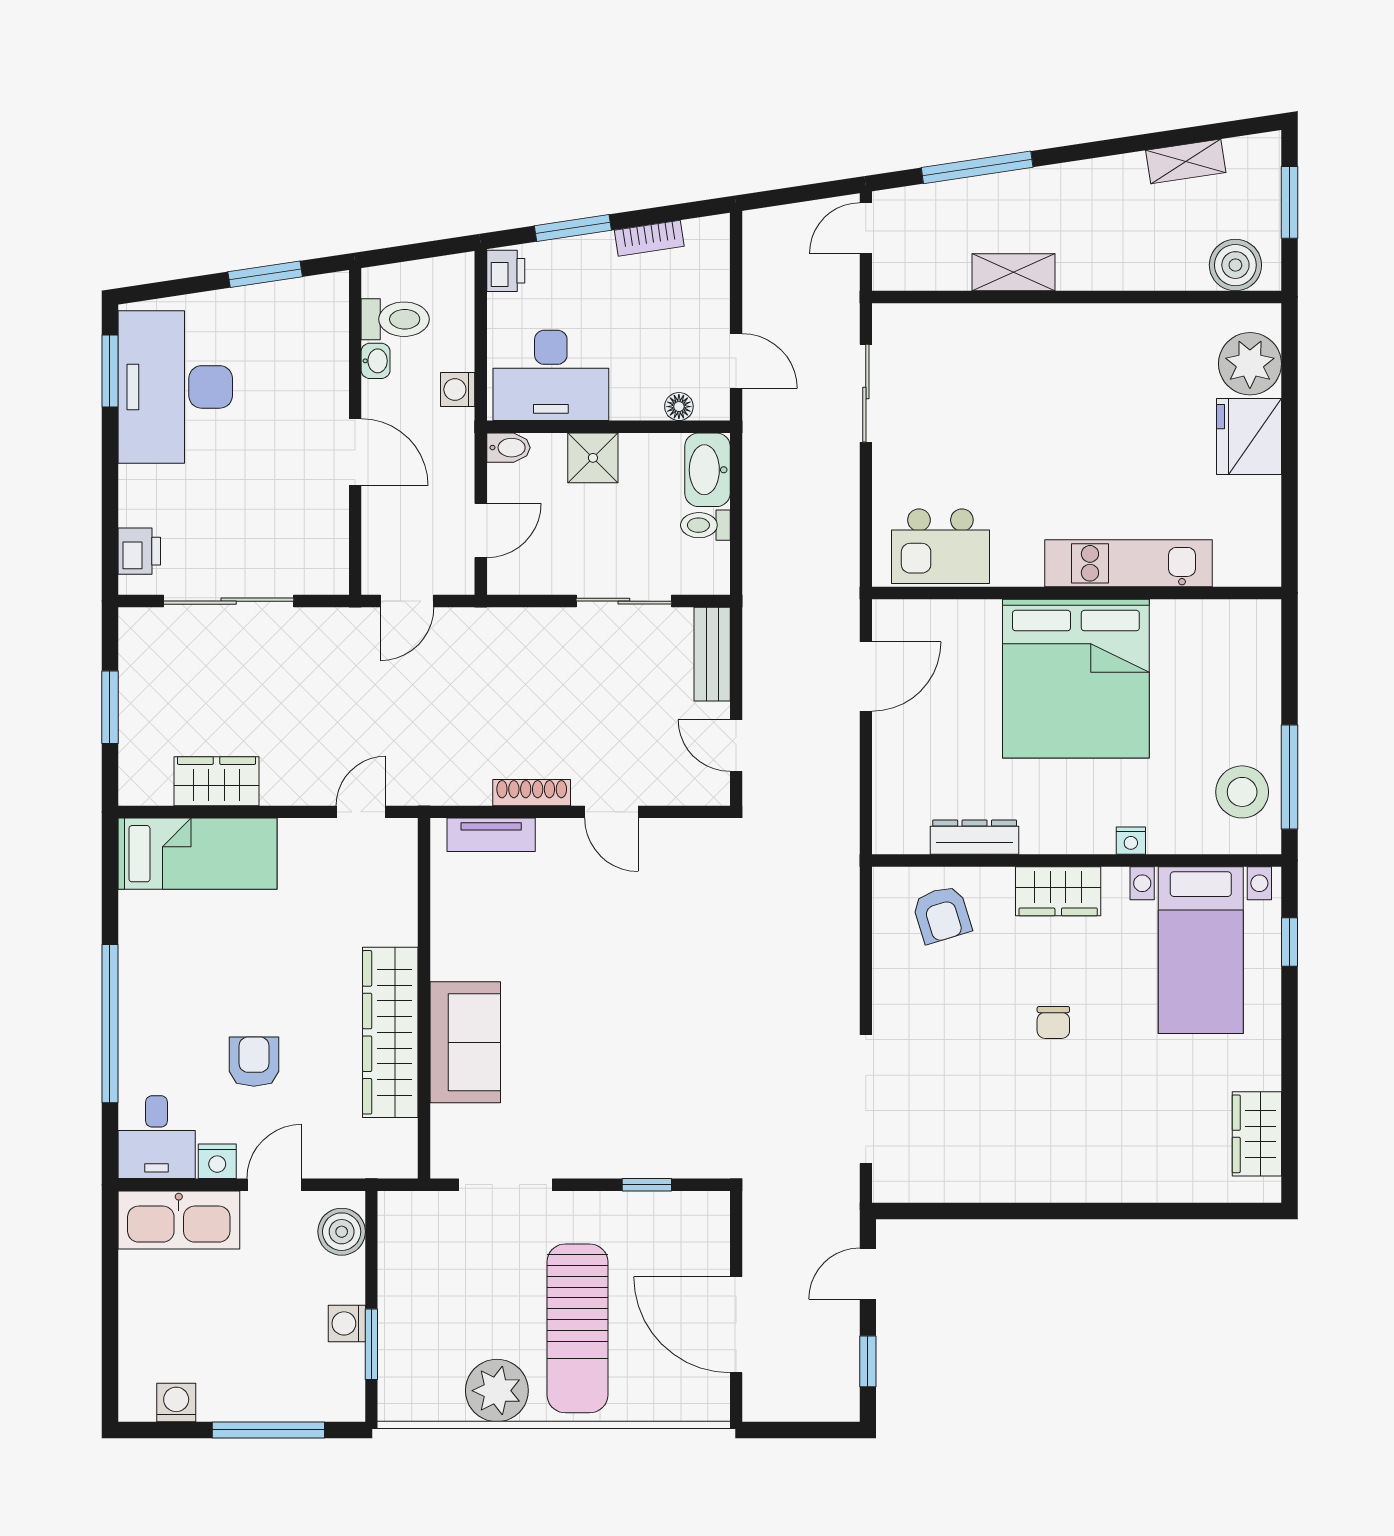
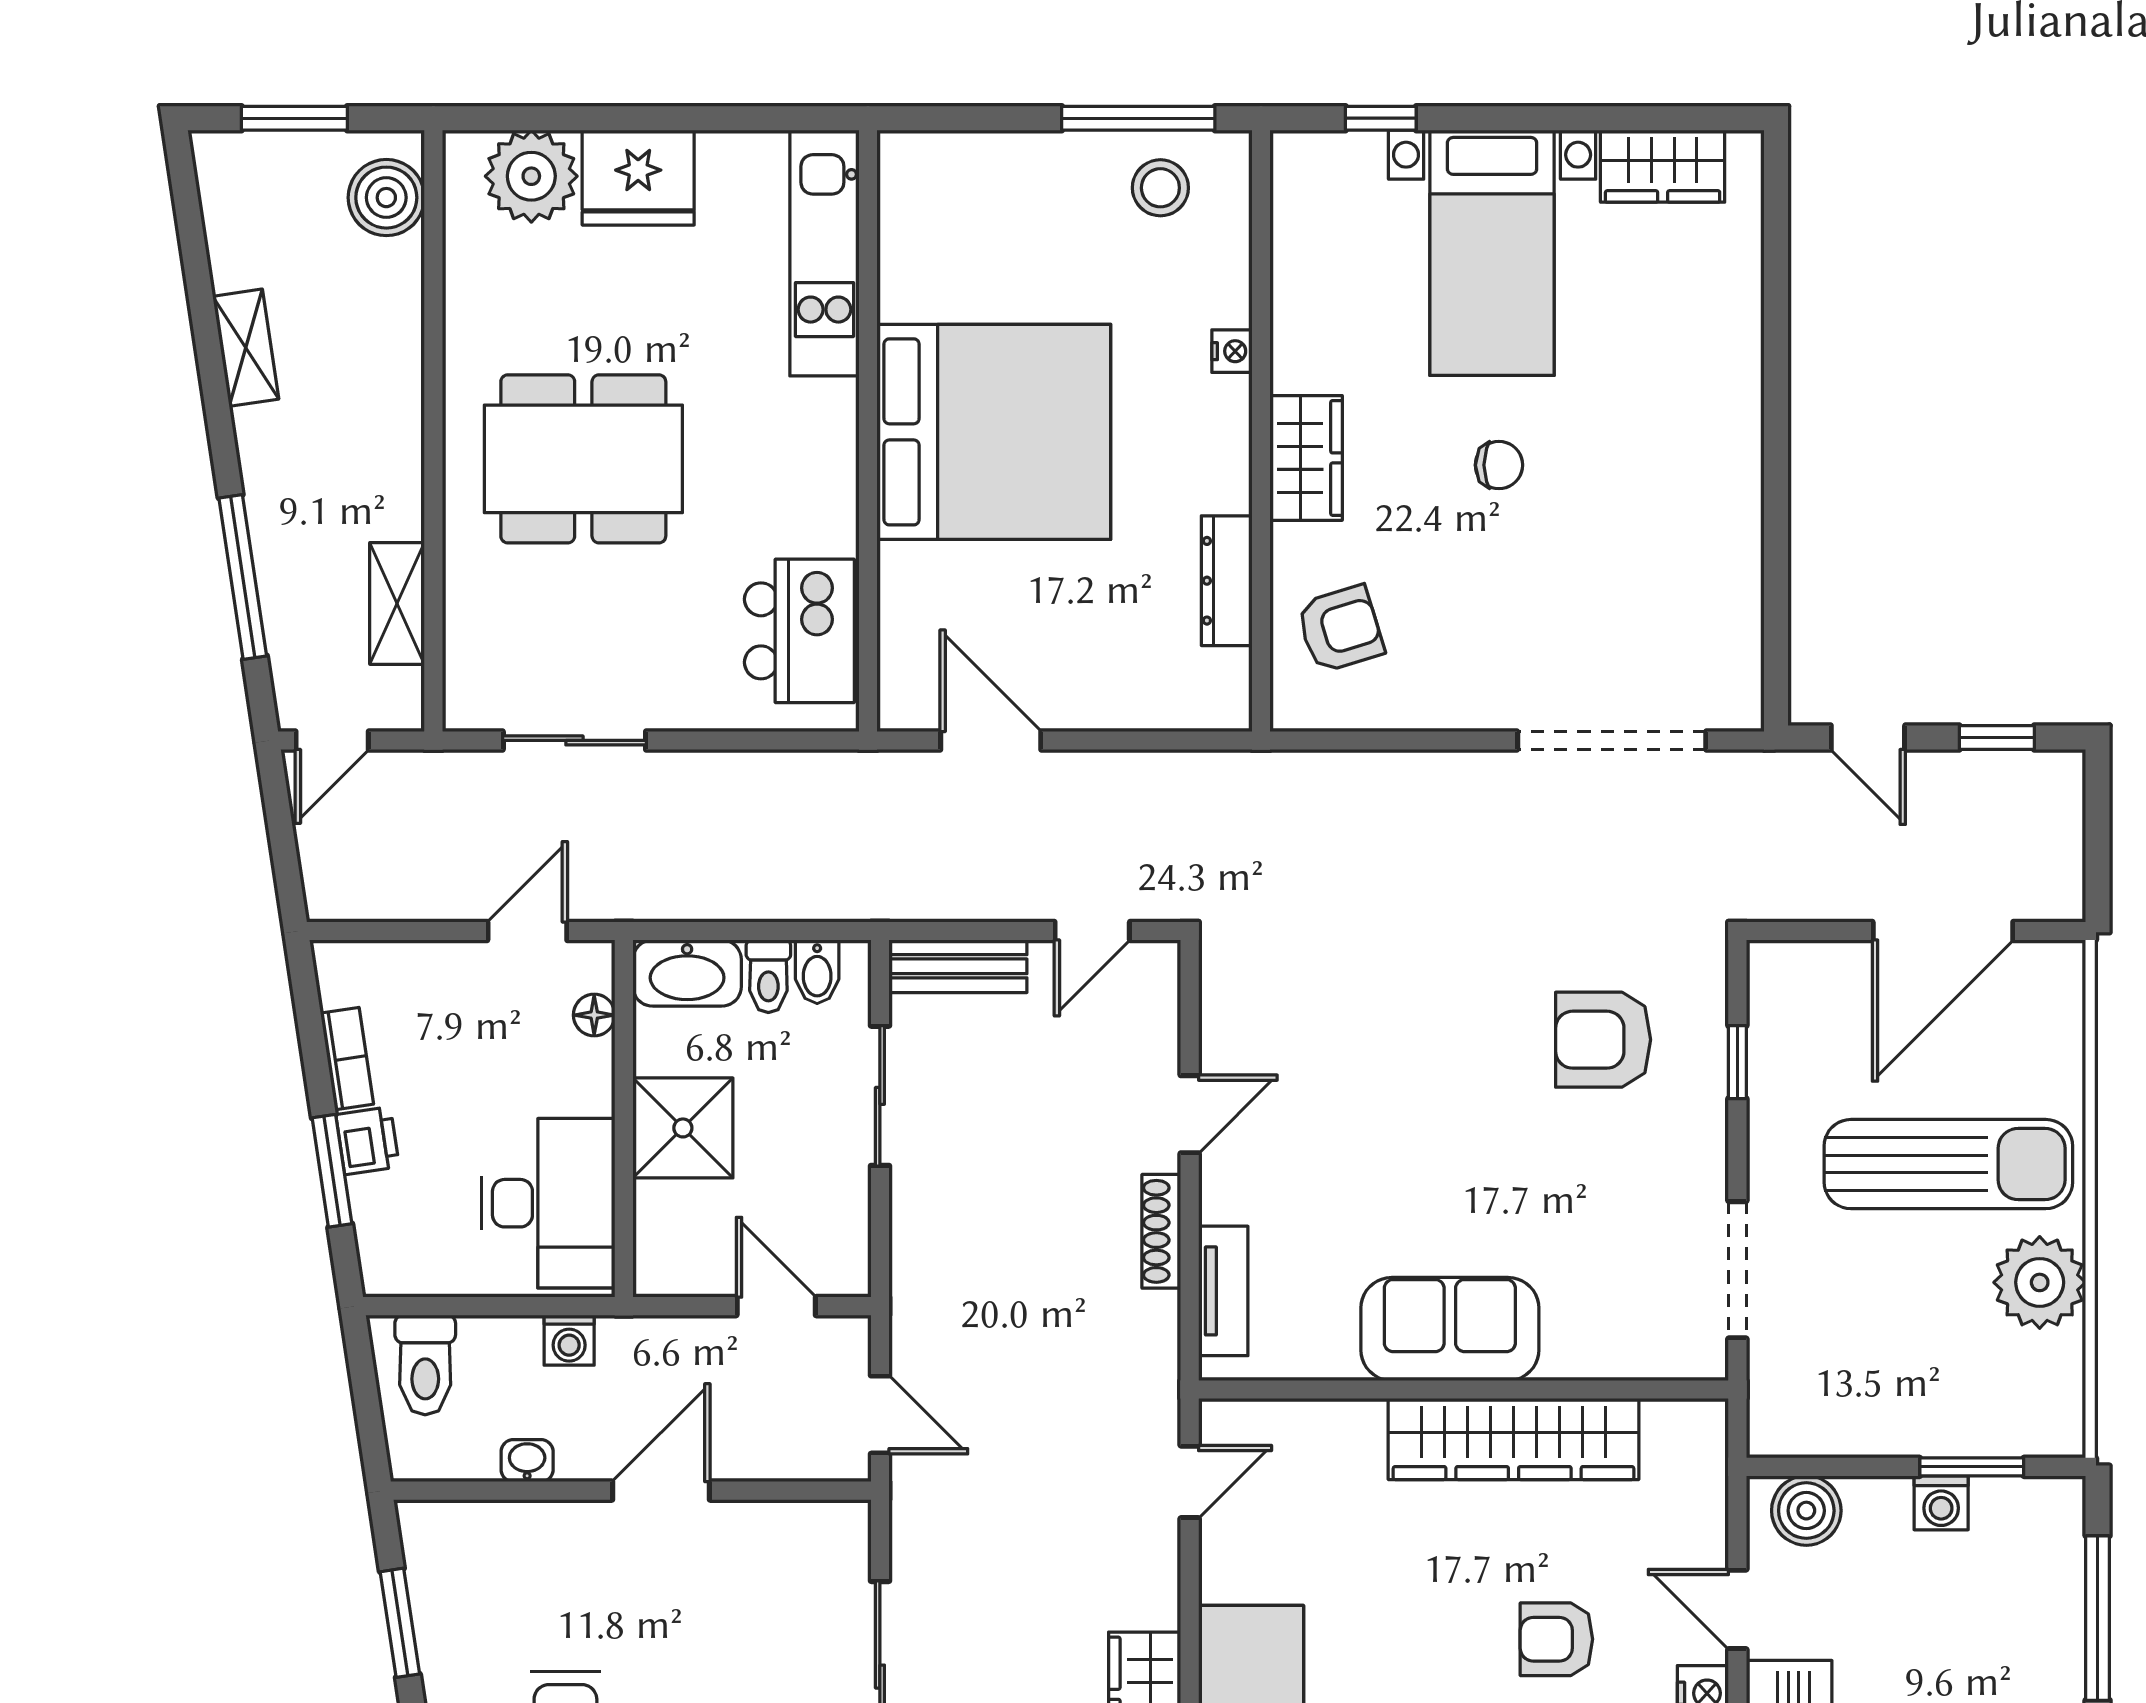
shelving: (1186, 161) -> (246, 348), moved
door: (866, 228) -> (332, 740), hinge flipped
printer: (506, 271) -> (368, 1141), moved, turned 81
shelving: (1014, 272) -> (397, 603), moved
toilet: (395, 319) -> (425, 1365), moved, turned 180
dining table: (1058, 399) -> (583, 459), added
bidet: (509, 448) -> (817, 972), moved, turned 180
shower: (593, 458) -> (683, 1128), width x1.36, depth x1.36
kitchen unit: (1128, 563) -> (824, 253), moved
stool: (1242, 792) -> (1160, 188), width x0.73, depth x0.73
door: (361, 812) -> (1190, 1482), swing flipped
bed with nightstands: (1201, 950) -> (1492, 253), moved, turned 90
sofa: (465, 1042) -> (1450, 1329), moved
armchair: (662, 1093) -> (1603, 1040), added

